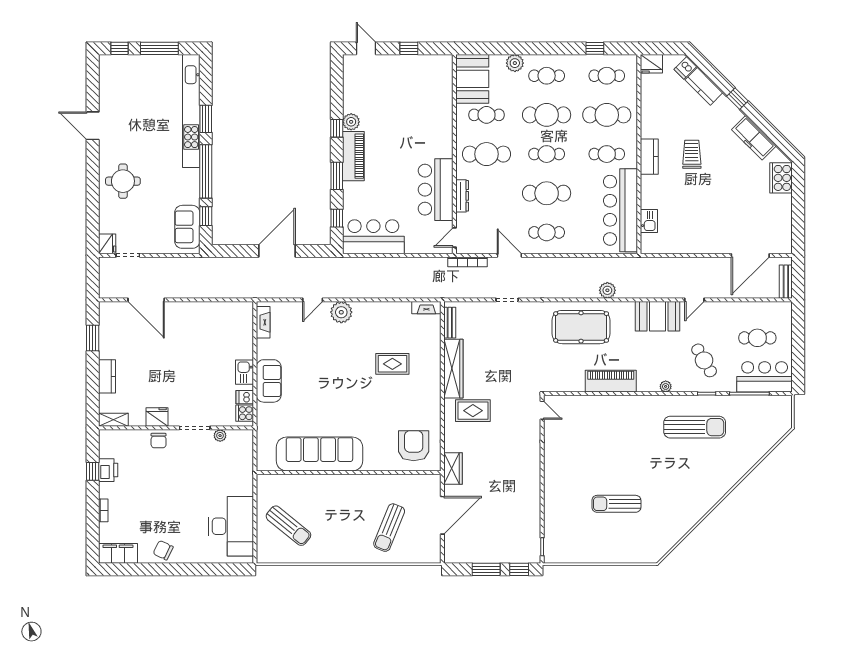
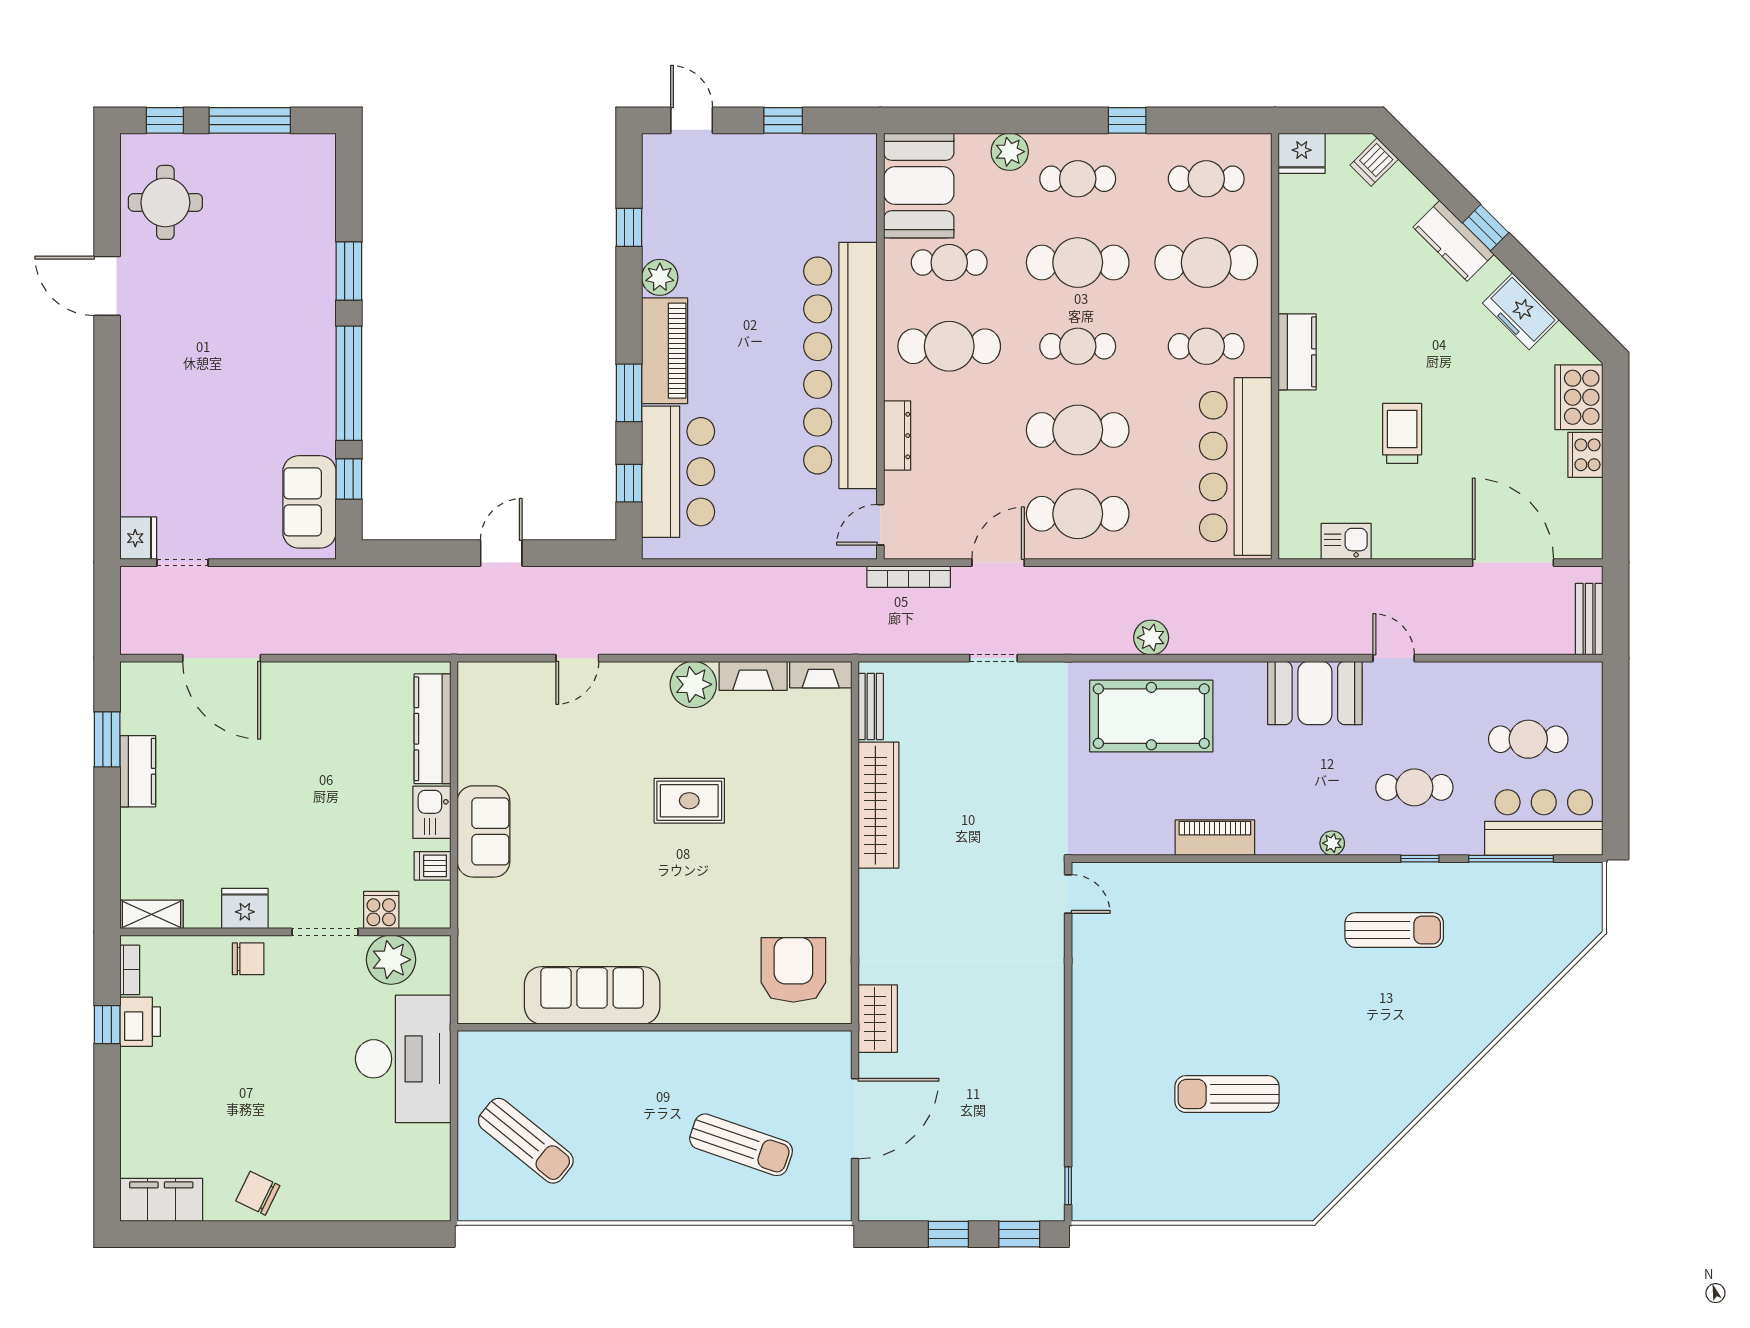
window: (595, 48) -> (1127, 120), moved
kitchen counter: (704, 86) -> (1454, 241), moved
kitchen unit: (191, 111) -> (318, 254), removed
window: (337, 128) -> (629, 227), moved
freezer: (754, 138) -> (1521, 311), width x0.71
trolley: (692, 154) -> (1402, 433), moved
round table: (123, 181) -> (165, 202), moved
bar counter: (436, 190) -> (840, 365), width x1.86
cooker: (784, 205) -> (1585, 455), added
kitchen sink: (649, 221) -> (1346, 541), moved, turned -90
cafe table: (547, 232) -> (1078, 514), width x1.37, depth x1.35
bar counter: (373, 237) -> (678, 472), moved, turned 90
door: (277, 251) -> (501, 553), width x0.53
door: (509, 255) -> (998, 563), hinge flipped
door: (750, 255) -> (1513, 563), swing flipped
plant: (607, 290) -> (1151, 638), moved
door: (694, 300) -> (1394, 658), swing flipped
plant: (341, 312) -> (693, 684), moved
fireplace: (263, 322) -> (753, 676), moved, turned 90
kitchen counter: (245, 333) -> (433, 729), added
cafe table: (704, 360) -> (1414, 787), turned -60
rug: (392, 364) -> (689, 801), moved
kitchen counter: (107, 376) -> (138, 771), moved
piano: (611, 381) -> (1215, 838), width x0.73, depth x0.75
rug: (473, 411) -> (920, 895), removed
cooker: (245, 413) -> (381, 910), moved, turned 90
sun lounger: (695, 427) -> (1394, 930), width x0.73, depth x0.75
plant: (220, 436) -> (391, 960), width x1.87, depth x1.87
chair: (159, 441) -> (248, 959), turned -90
sofa: (319, 454) -> (592, 995), width x0.74, depth x0.79
bookcase: (103, 510) -> (130, 970), moved
desk: (231, 526) -> (403, 1059), moved
sun lounger: (389, 528) -> (741, 1145), turned -93
window: (486, 569) -> (948, 1234), width x0.67

